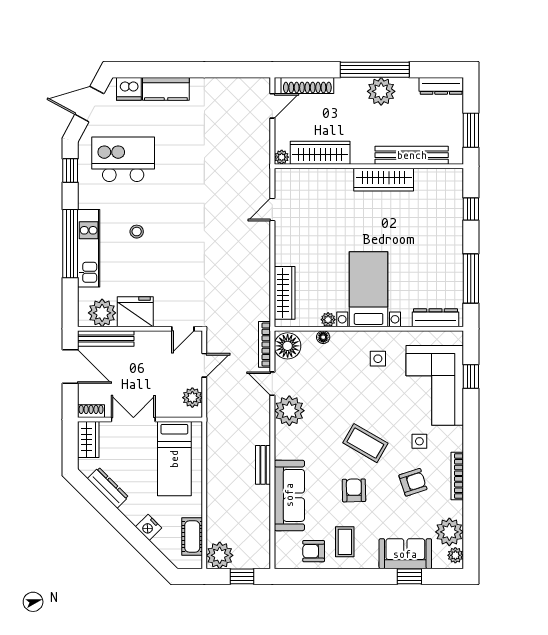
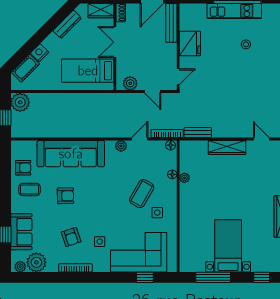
bed with nightstands: (369, 289) -> (228, 246), moved, turned -90
wardrobe: (285, 293) -> (227, 147), moved
plant: (102, 313) -> (189, 20), removed
dresser: (435, 318) -> (186, 253), removed
door: (183, 329) -> (178, 77), swing flipped
floor lamp: (288, 346) -> (171, 145), width x0.53, depth x0.53
plant: (289, 411) -> (121, 146), width x0.53, depth x0.53
double door: (133, 419) -> (115, 42), swing flipped
coffee table: (365, 443) -> (142, 194), moved
bench: (263, 465) -> (198, 133), moved
sofa: (289, 495) -> (71, 154), width x1.36, depth x1.27
cot: (192, 537) -> (25, 68), moved, turned -45
armchair: (314, 551) -> (23, 168), turned 90

